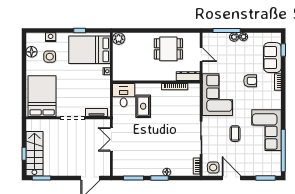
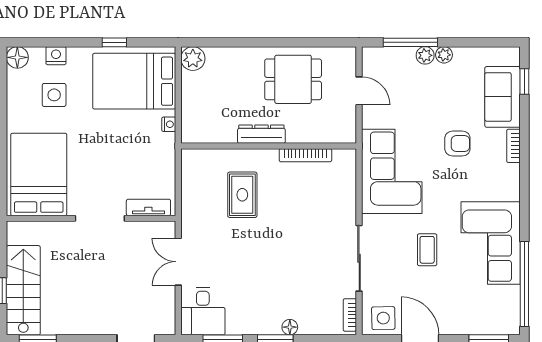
floor lamp: (31, 52) -> (17, 57), moved
dresser: (188, 76) -> (261, 134), moved
desk: (124, 95) -> (203, 311), moved, turned 180

